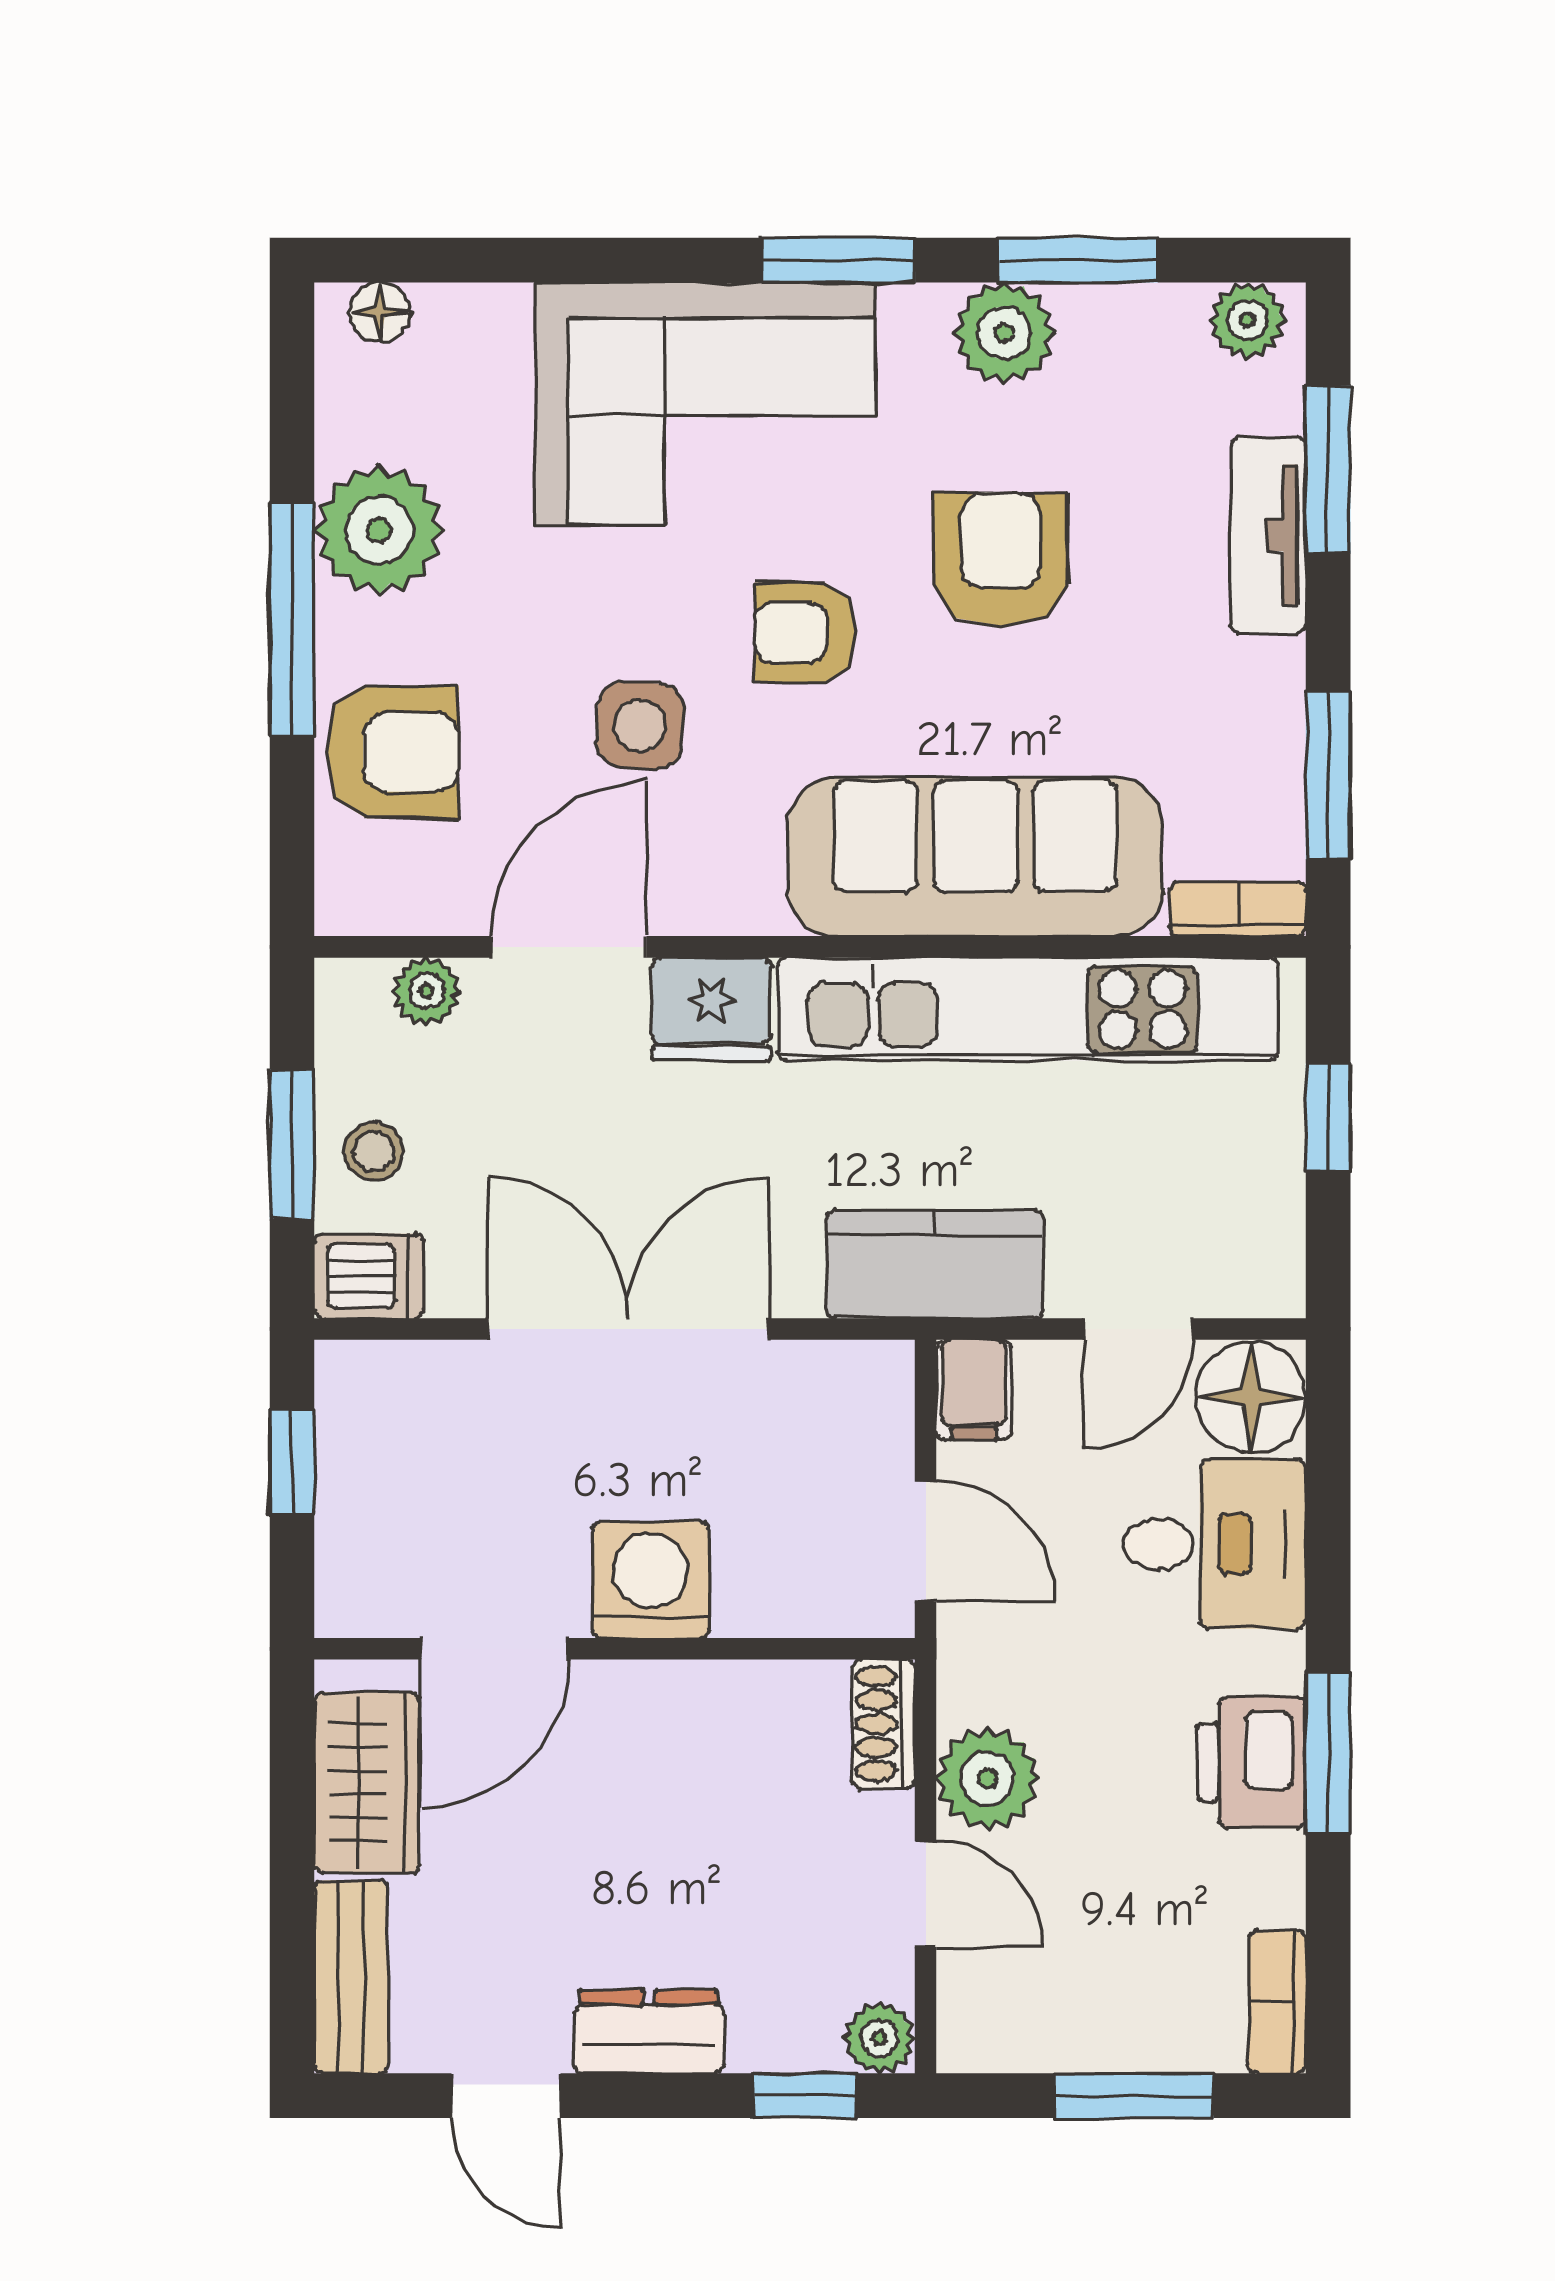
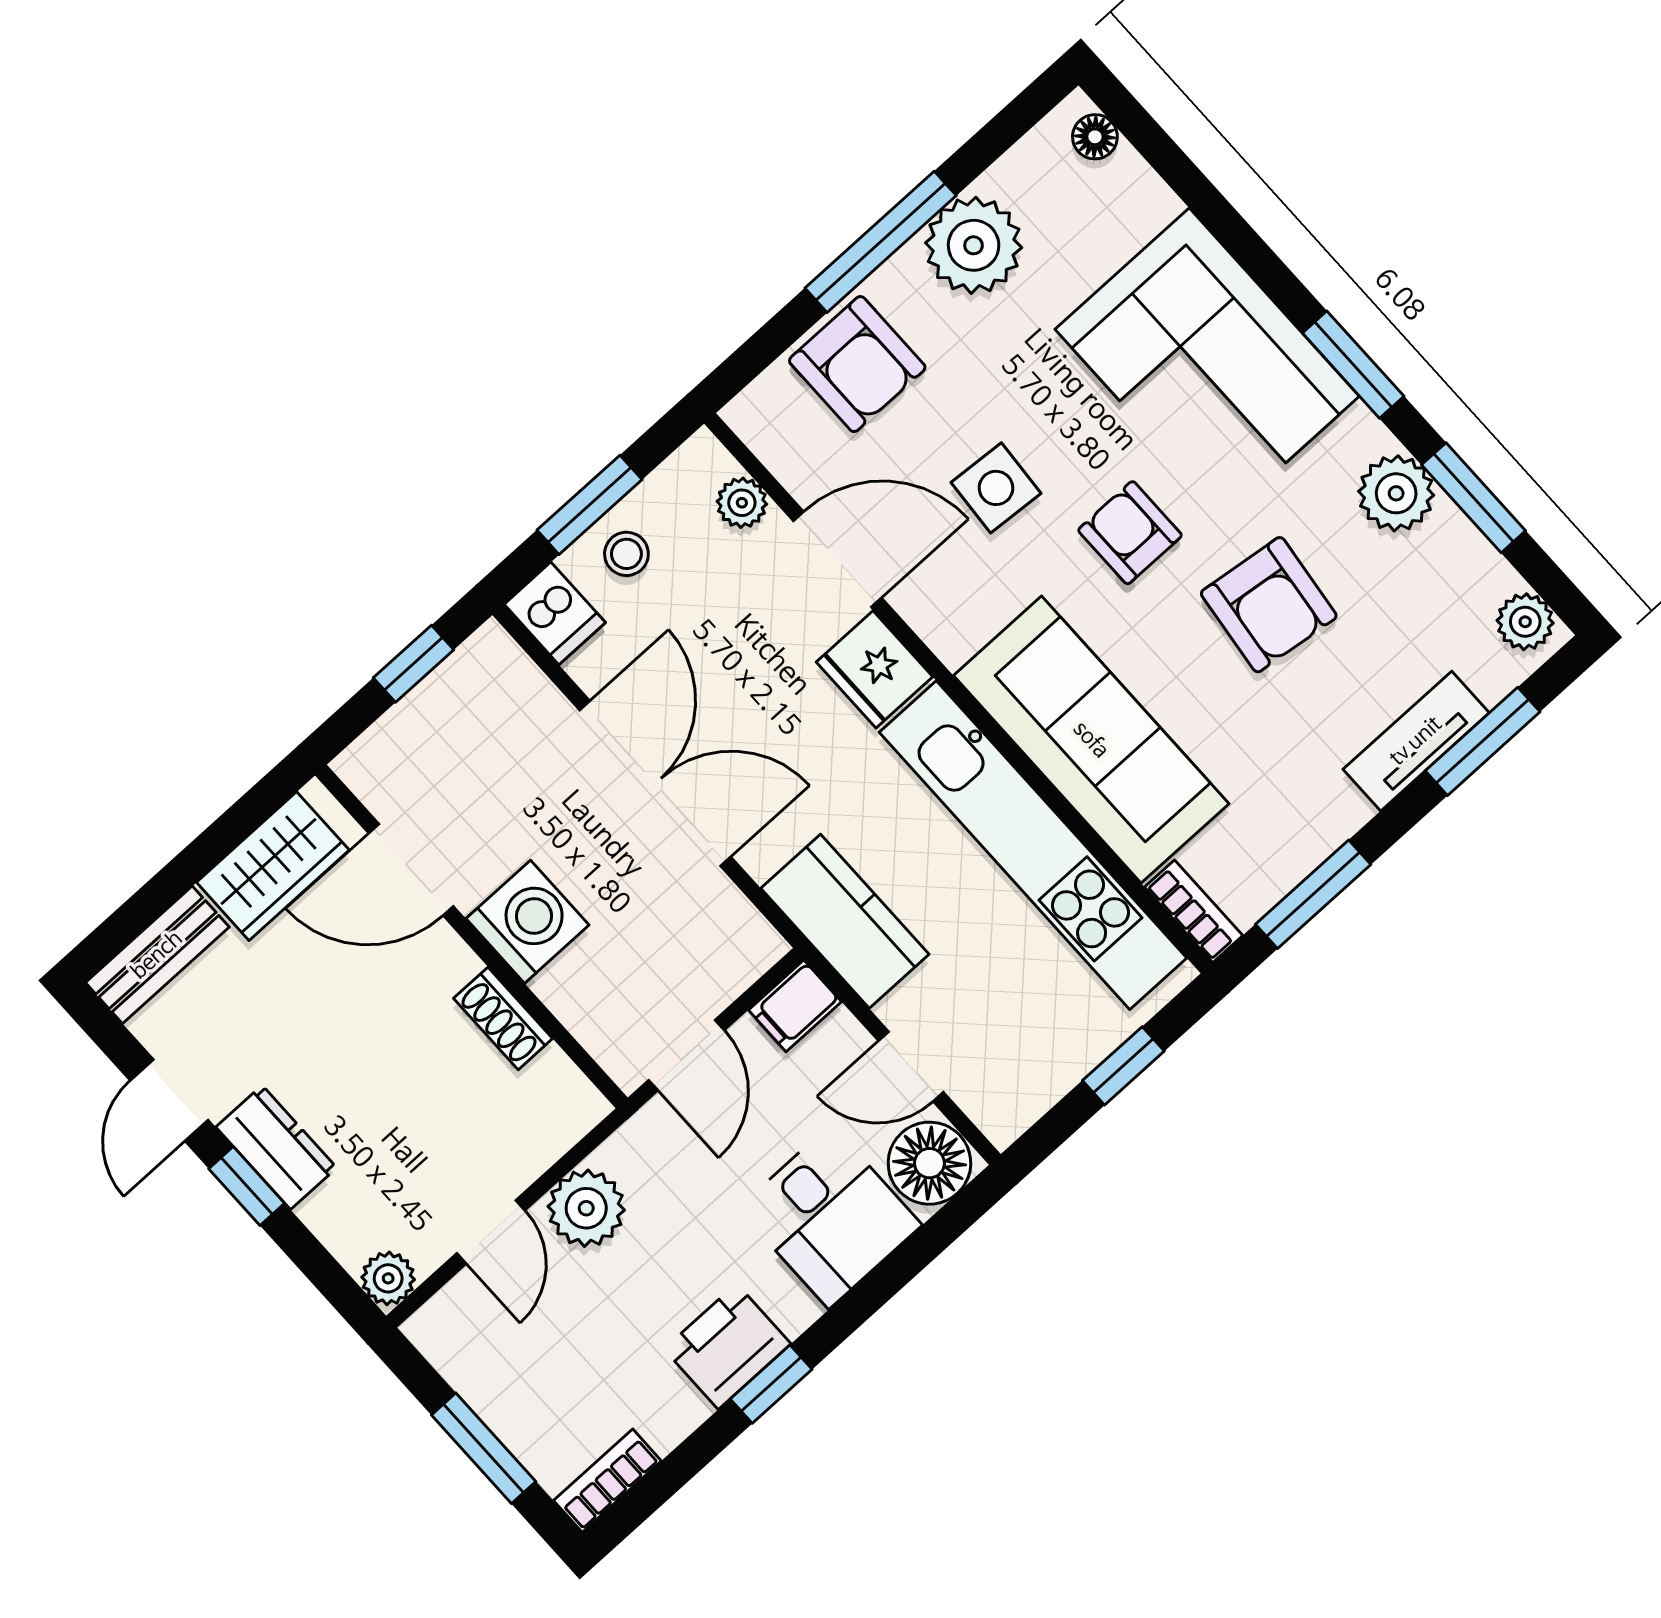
armchair: (1001, 559) -> (1269, 605), turned 97
shoe rack: (884, 1724) -> (503, 1018), moved, turned -90
window: (1328, 1753) -> (771, 1384), width x0.67
window: (805, 2096) -> (247, 1186), moved

